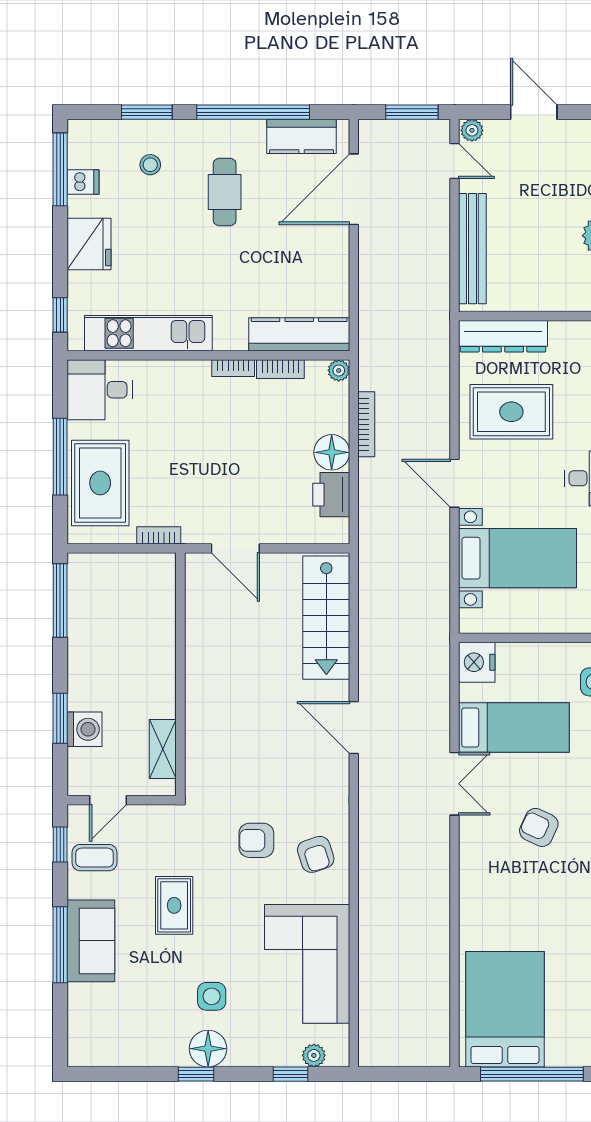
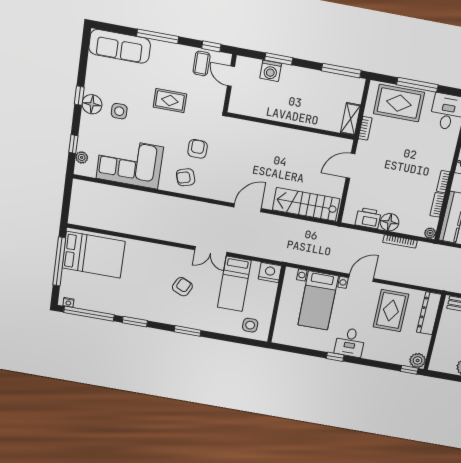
shelving: (163, 749) -> (351, 119), moved, turned 90
sofa: (91, 941) -> (120, 46), moved, width x1.36

